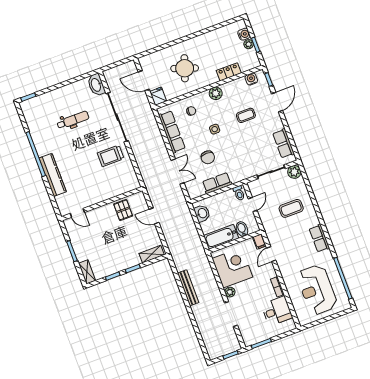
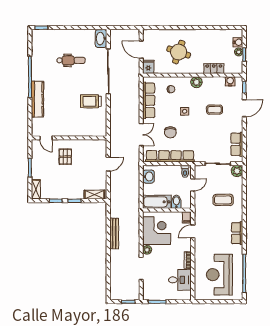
row of seats: (217, 183) -> (170, 156), width x2.02
pallet: (123, 210) -> (65, 157), moved
door: (154, 216) -> (108, 164), swing flipped

